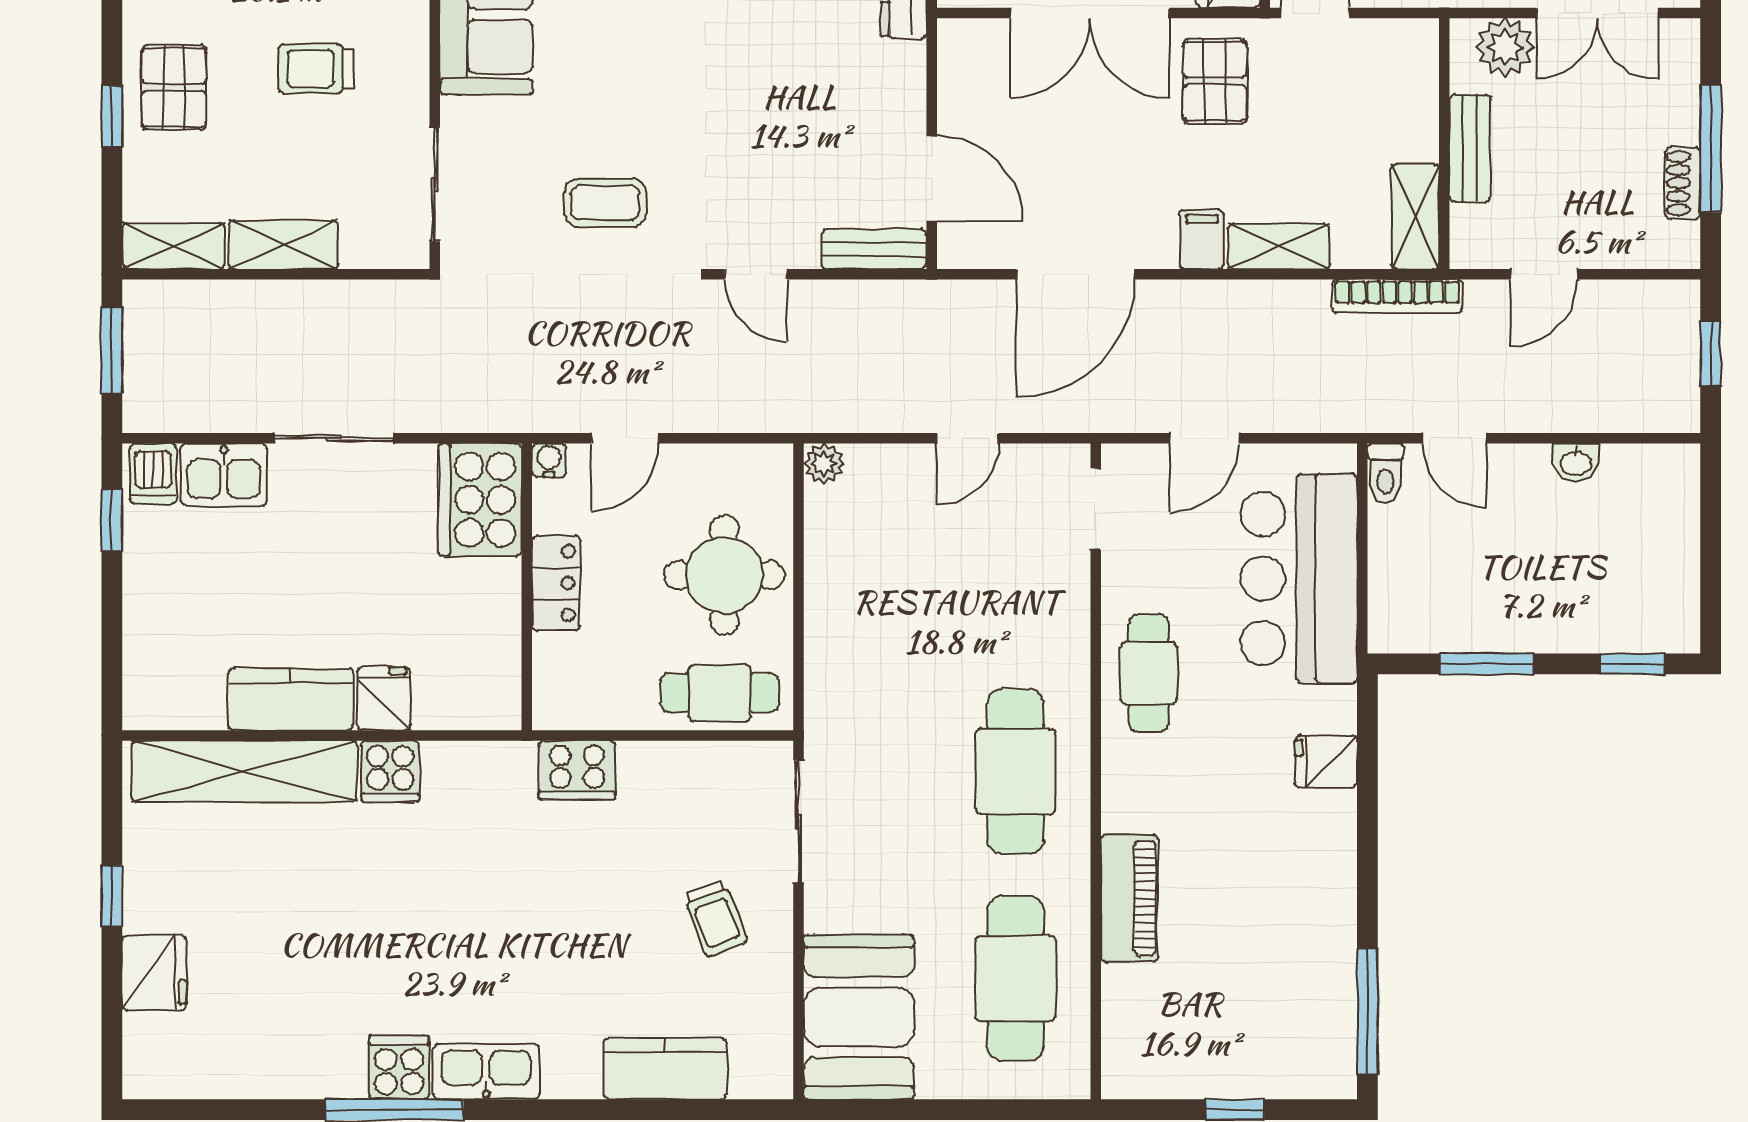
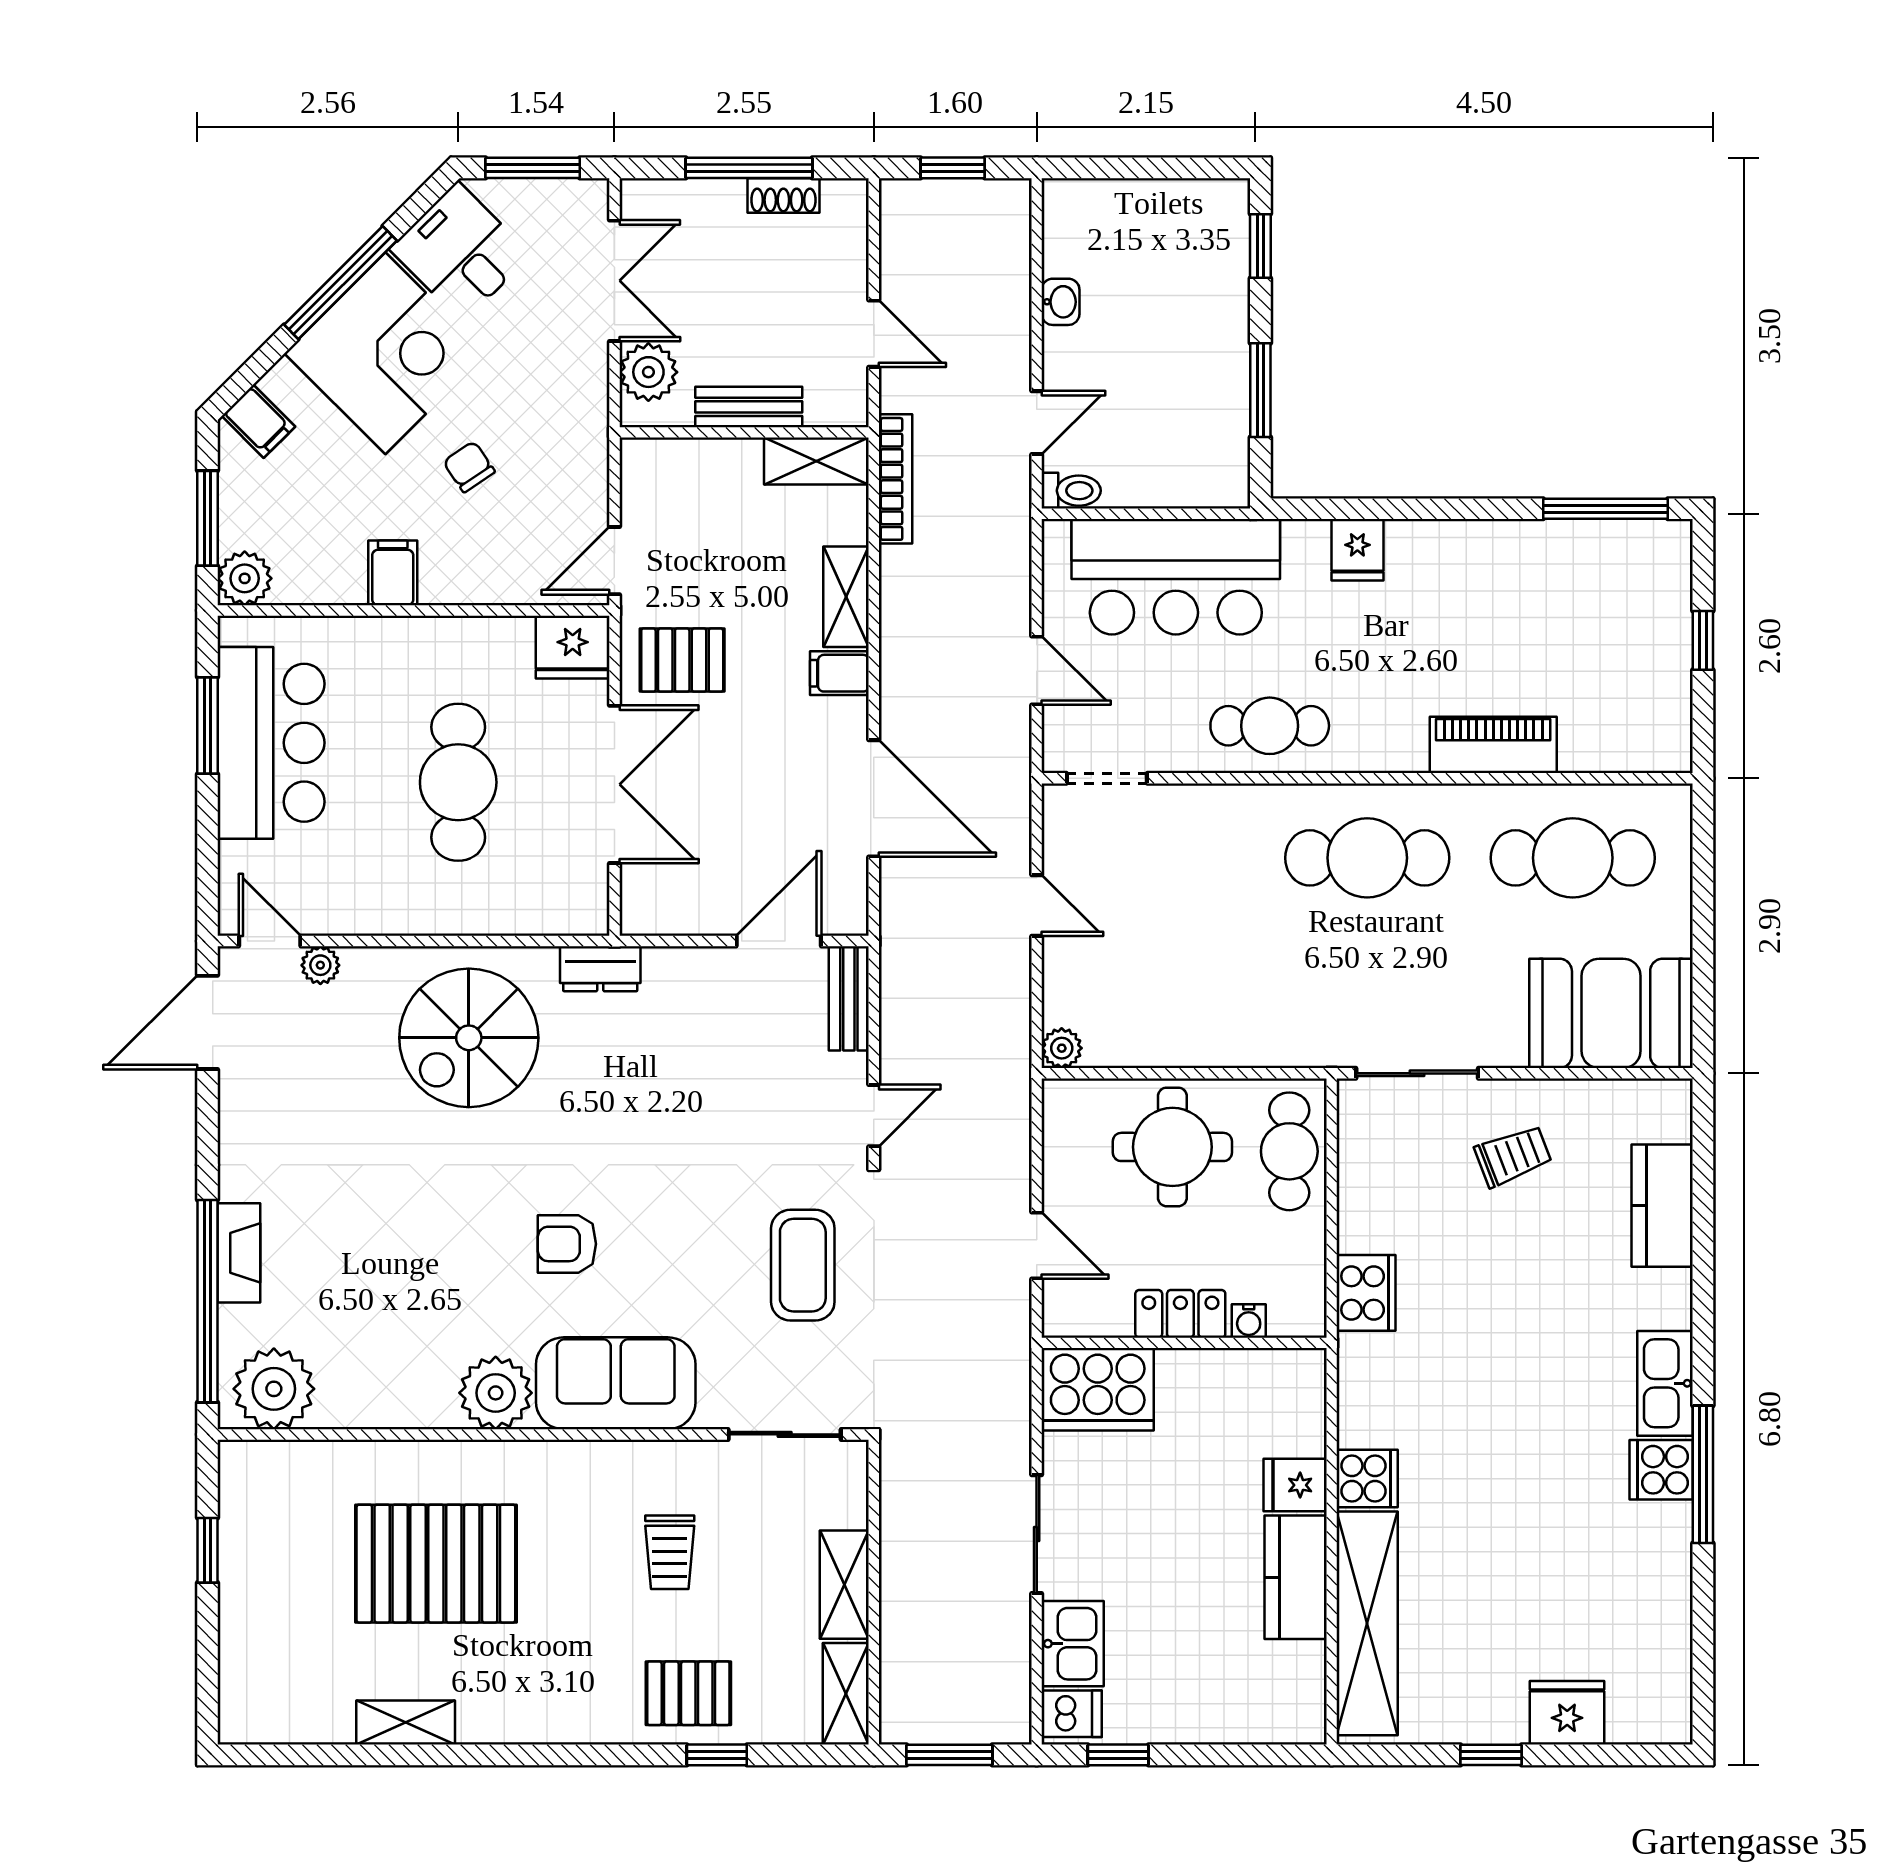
coffee table: (605, 203) -> (803, 1265), width x1.36, depth x1.30
water cooler: (549, 460) -> (1249, 1321), moved, turned -90

